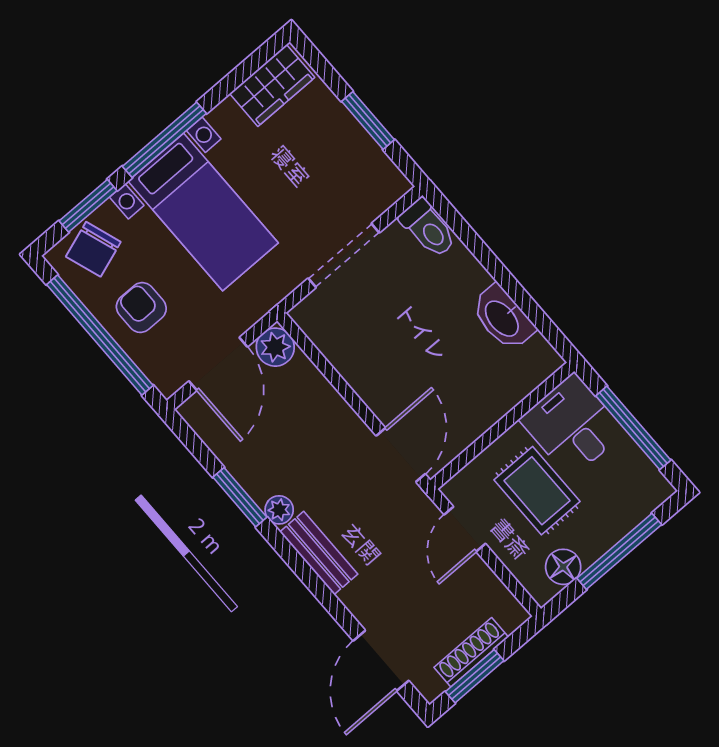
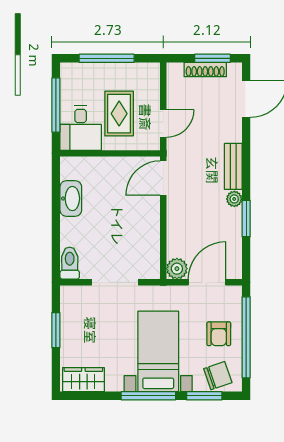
floor lamp: (563, 567) -> (136, 72), removed

